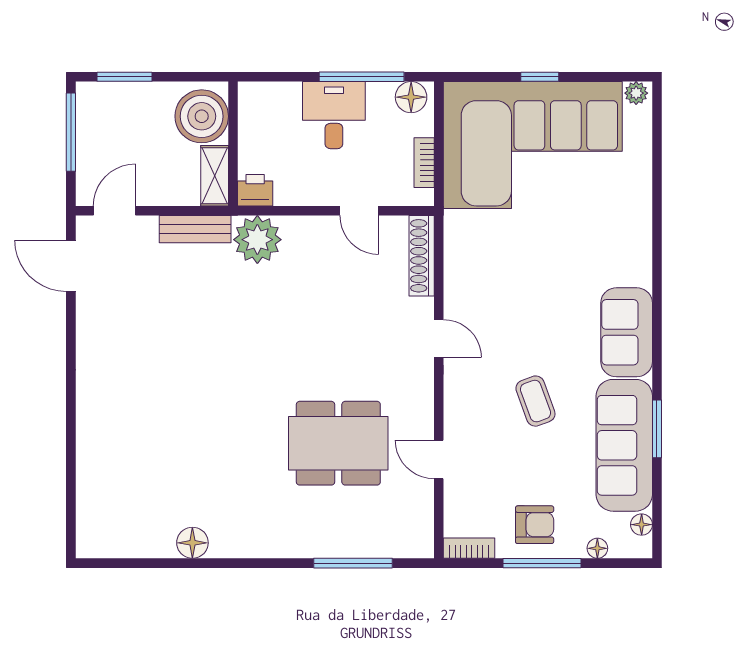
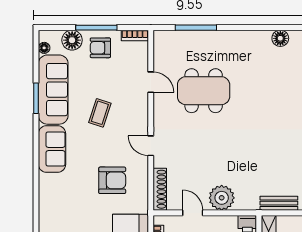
plant: (257, 240) -> (222, 198), moved
armchair: (512, 273) -> (112, 180), added
coffee table: (535, 401) -> (100, 113), turned 38
floor lamp: (597, 548) -> (72, 40), width x1.89, depth x1.89

